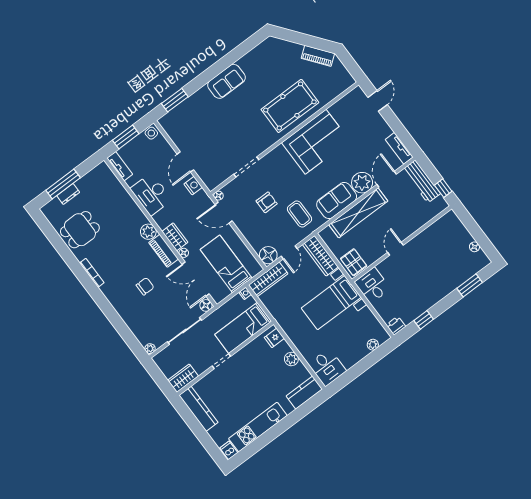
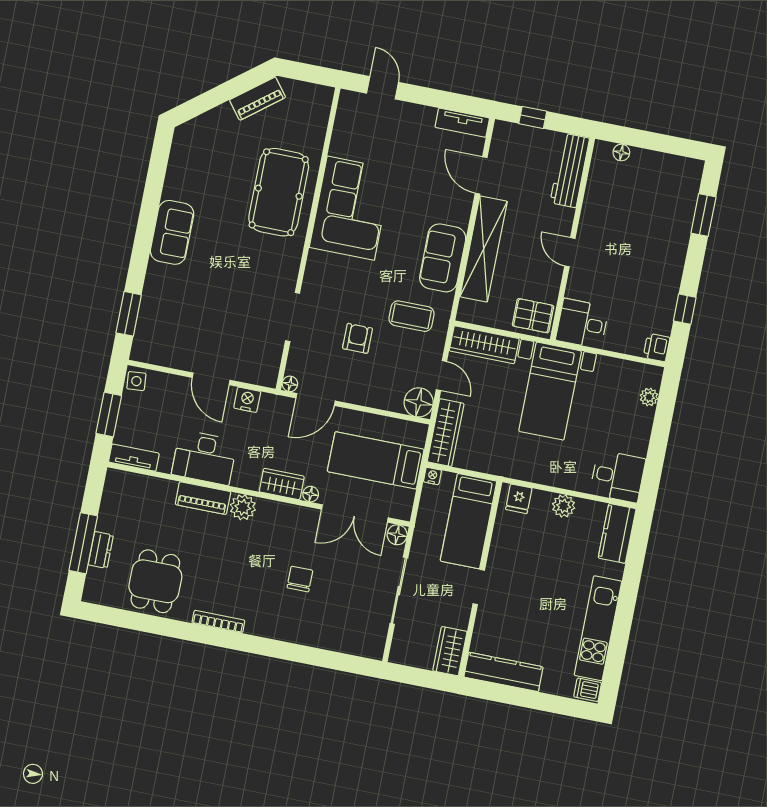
workbench: (422, 181) -> (570, 170), moved, turned 90
plant: (362, 183) -> (454, 207), removed
window: (443, 188) -> (533, 117), moved
floor lamp: (474, 247) -> (621, 153), moved
piano: (164, 251) -> (203, 498), moved
plant: (150, 349) -> (376, 651), removed

